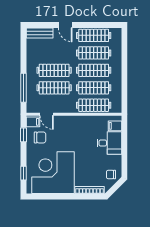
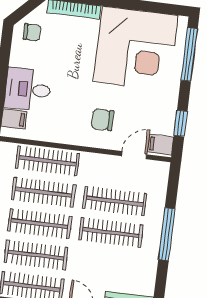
window: (23, 88) -> (167, 234), moved
door: (47, 114) -> (134, 155), hinge flipped
chair: (40, 137) -> (103, 120), moved
window: (23, 173) -> (189, 54), width x2.17

